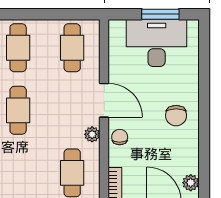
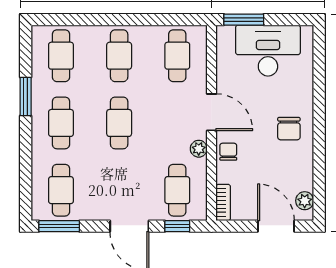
window: (160, 14) -> (244, 20), moved

